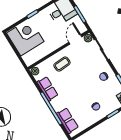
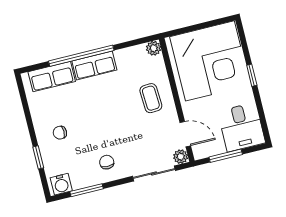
corner desk: (25, 37) -> (210, 61), width x1.36, depth x1.36
row of seats: (47, 89) -> (94, 66), moved

